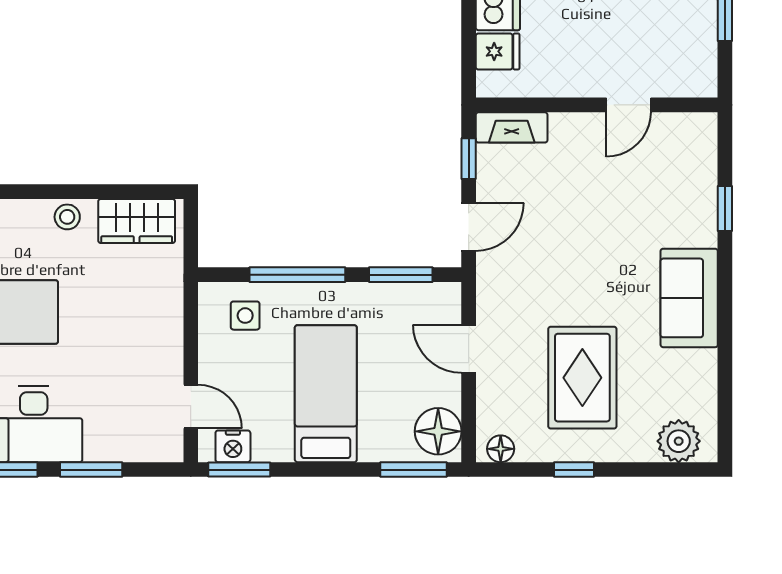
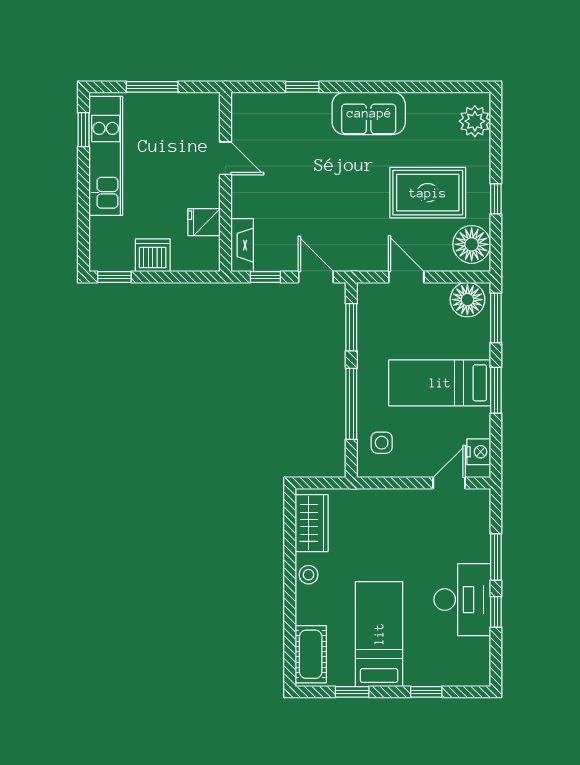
fridge: (498, 51) -> (204, 222), moved, turned -90
door: (469, 349) -> (406, 277), swing flipped
floor lamp: (501, 449) -> (472, 244), width x1.89, depth x1.89
window: (239, 470) -> (496, 390), moved

